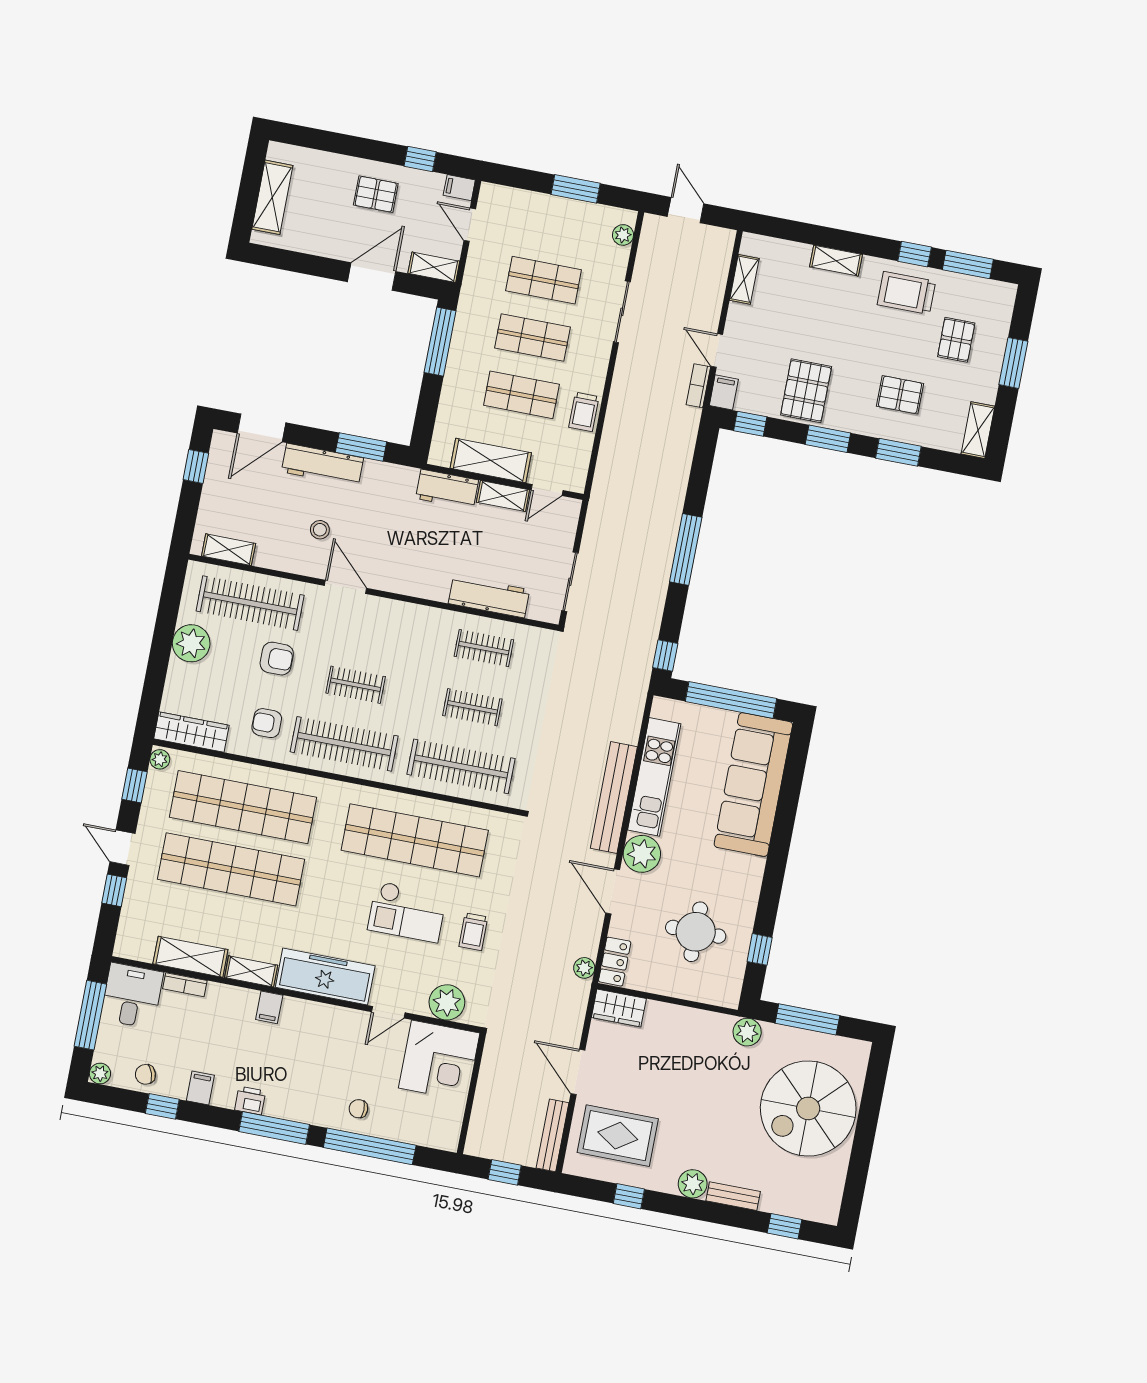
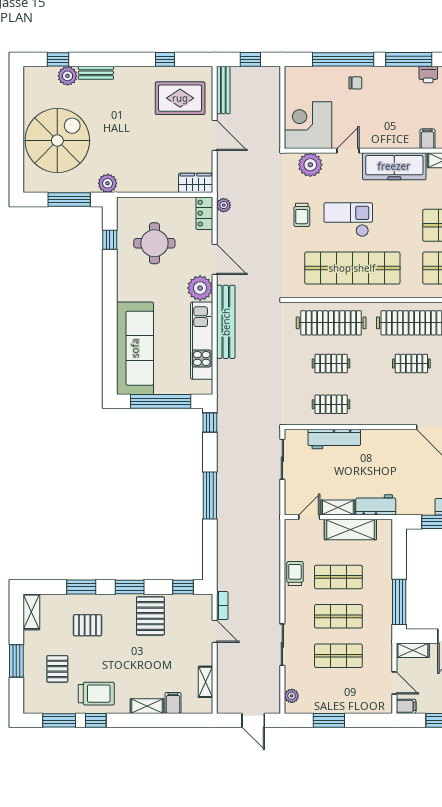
filing cabinet: (724, 392) -> (173, 703), moved, turned 180
trolley: (473, 932) -> (302, 215), turned 180
plant: (693, 1184) -> (68, 76), moved

